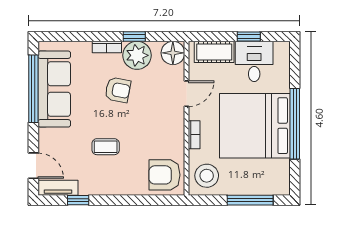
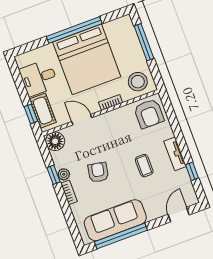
window: (249, 37) -> (31, 114), moved
plant: (137, 55) -> (64, 174), width x0.53, depth x0.53
tv unit: (58, 188) -> (175, 154), moved

